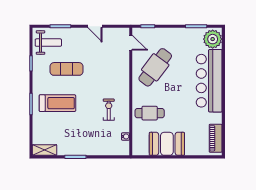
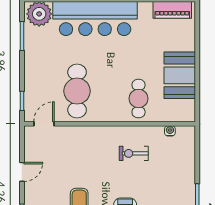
cafe table: (155, 67) -> (77, 91), turned 53

